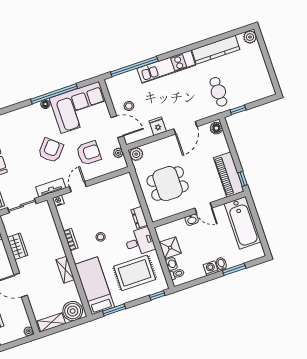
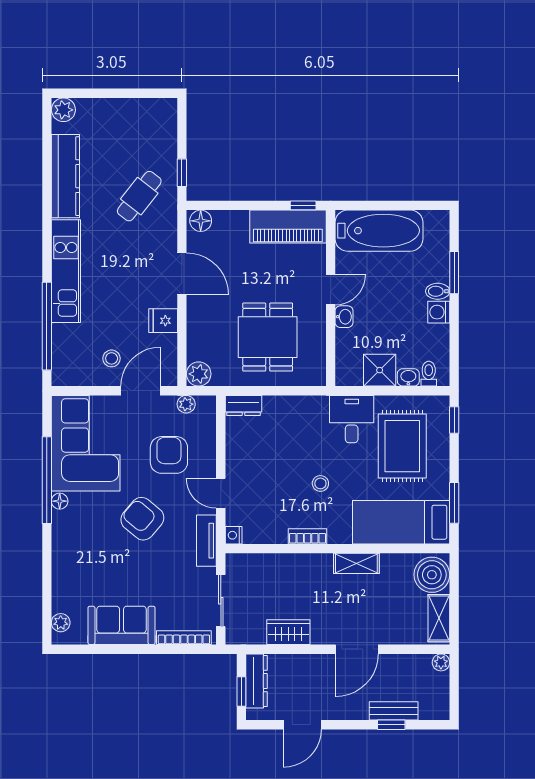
cafe table: (218, 92) -> (139, 196), turned -52
dresser: (139, 217) -> (243, 405), moved

